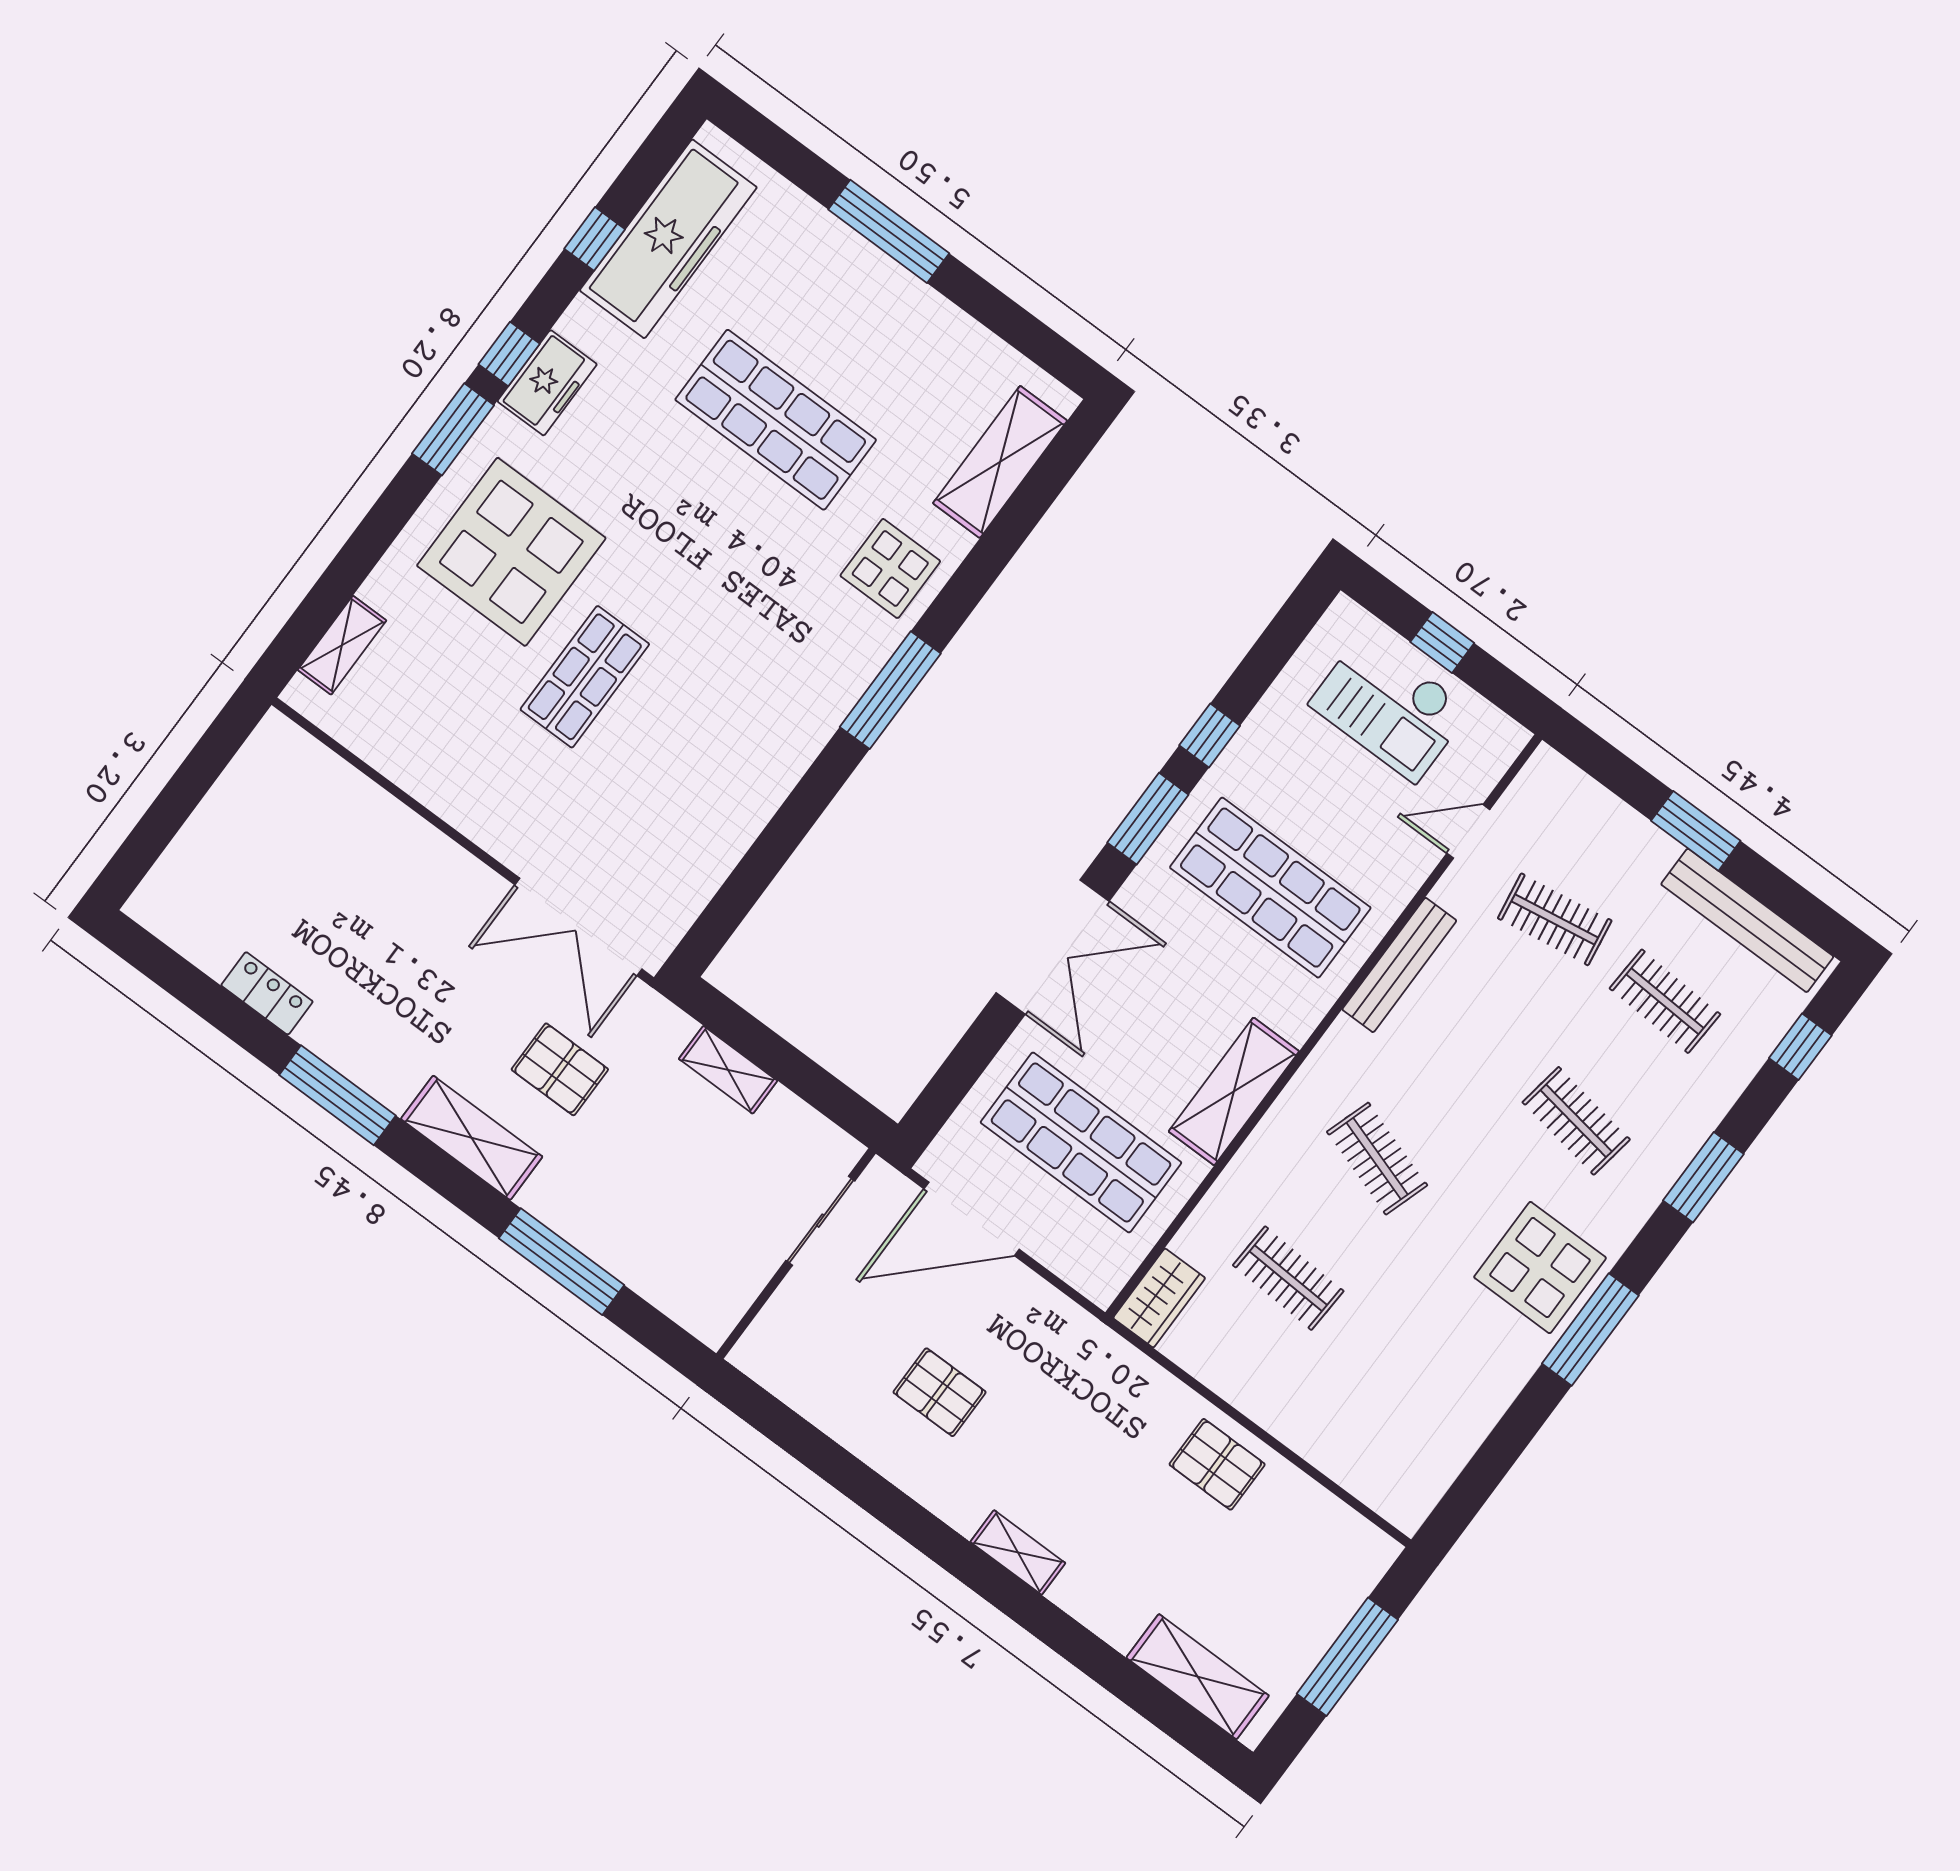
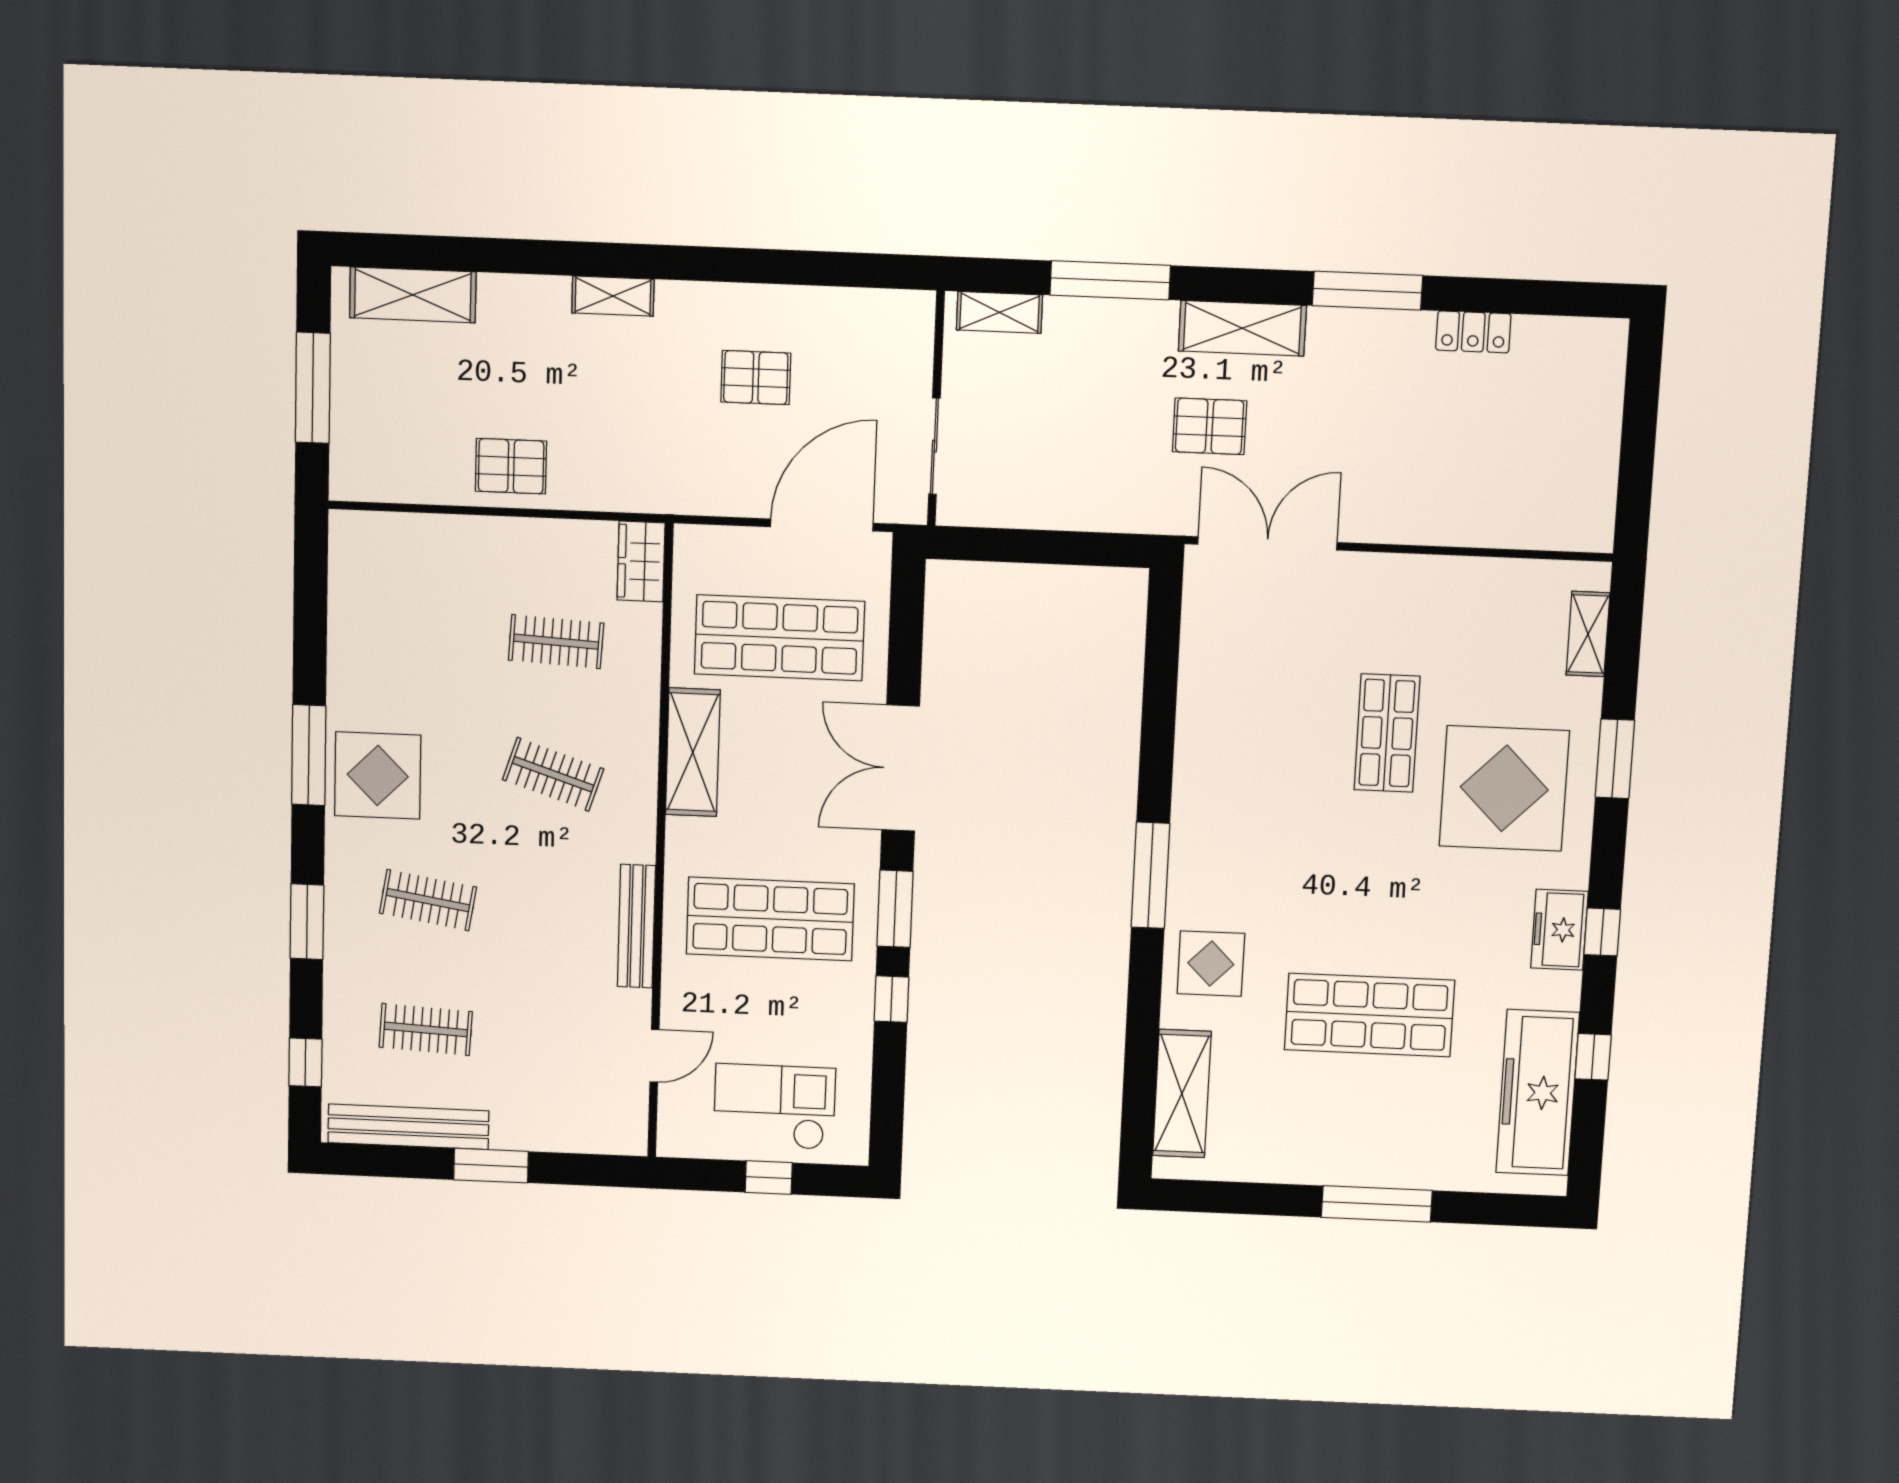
window: (453, 429) -> (1615, 759), moved
clothes rail: (1555, 919) -> (547, 1035), removed
shelving: (728, 1070) -> (999, 312), moved

